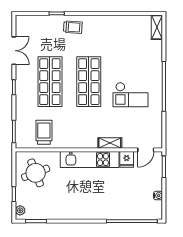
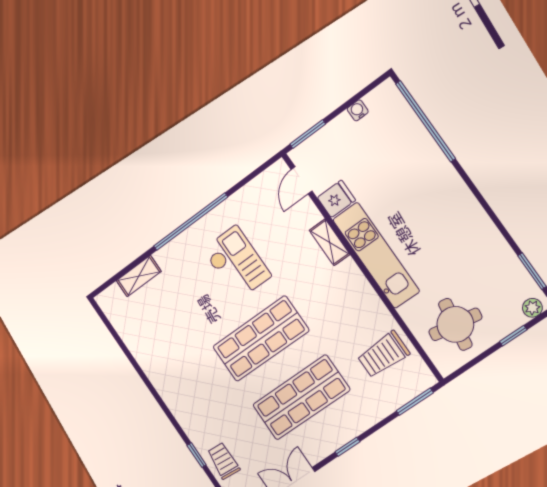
trolley: (73, 27) -> (223, 461), moved
shelving: (157, 27) -> (139, 276), moved
door: (146, 150) -> (302, 180), swing flipped
round table: (36, 173) -> (455, 324), turned 30

